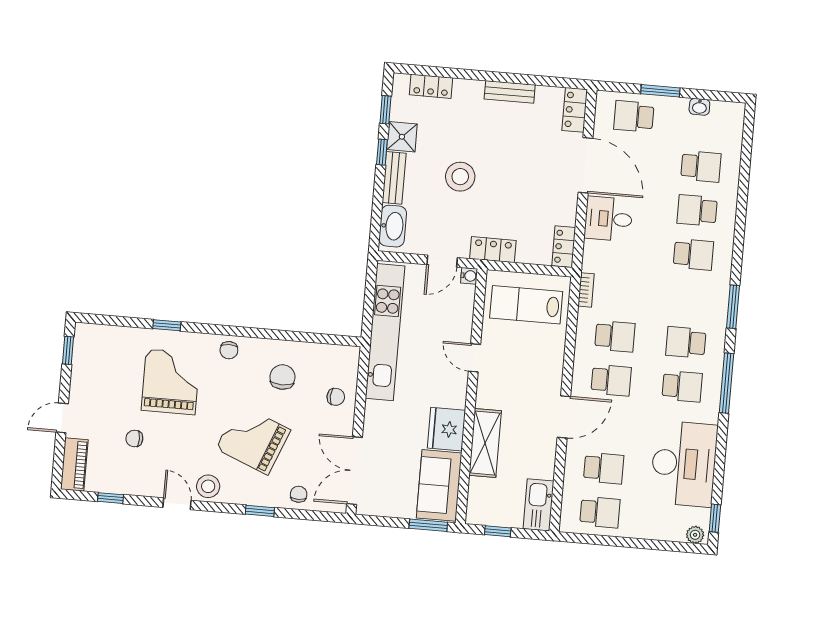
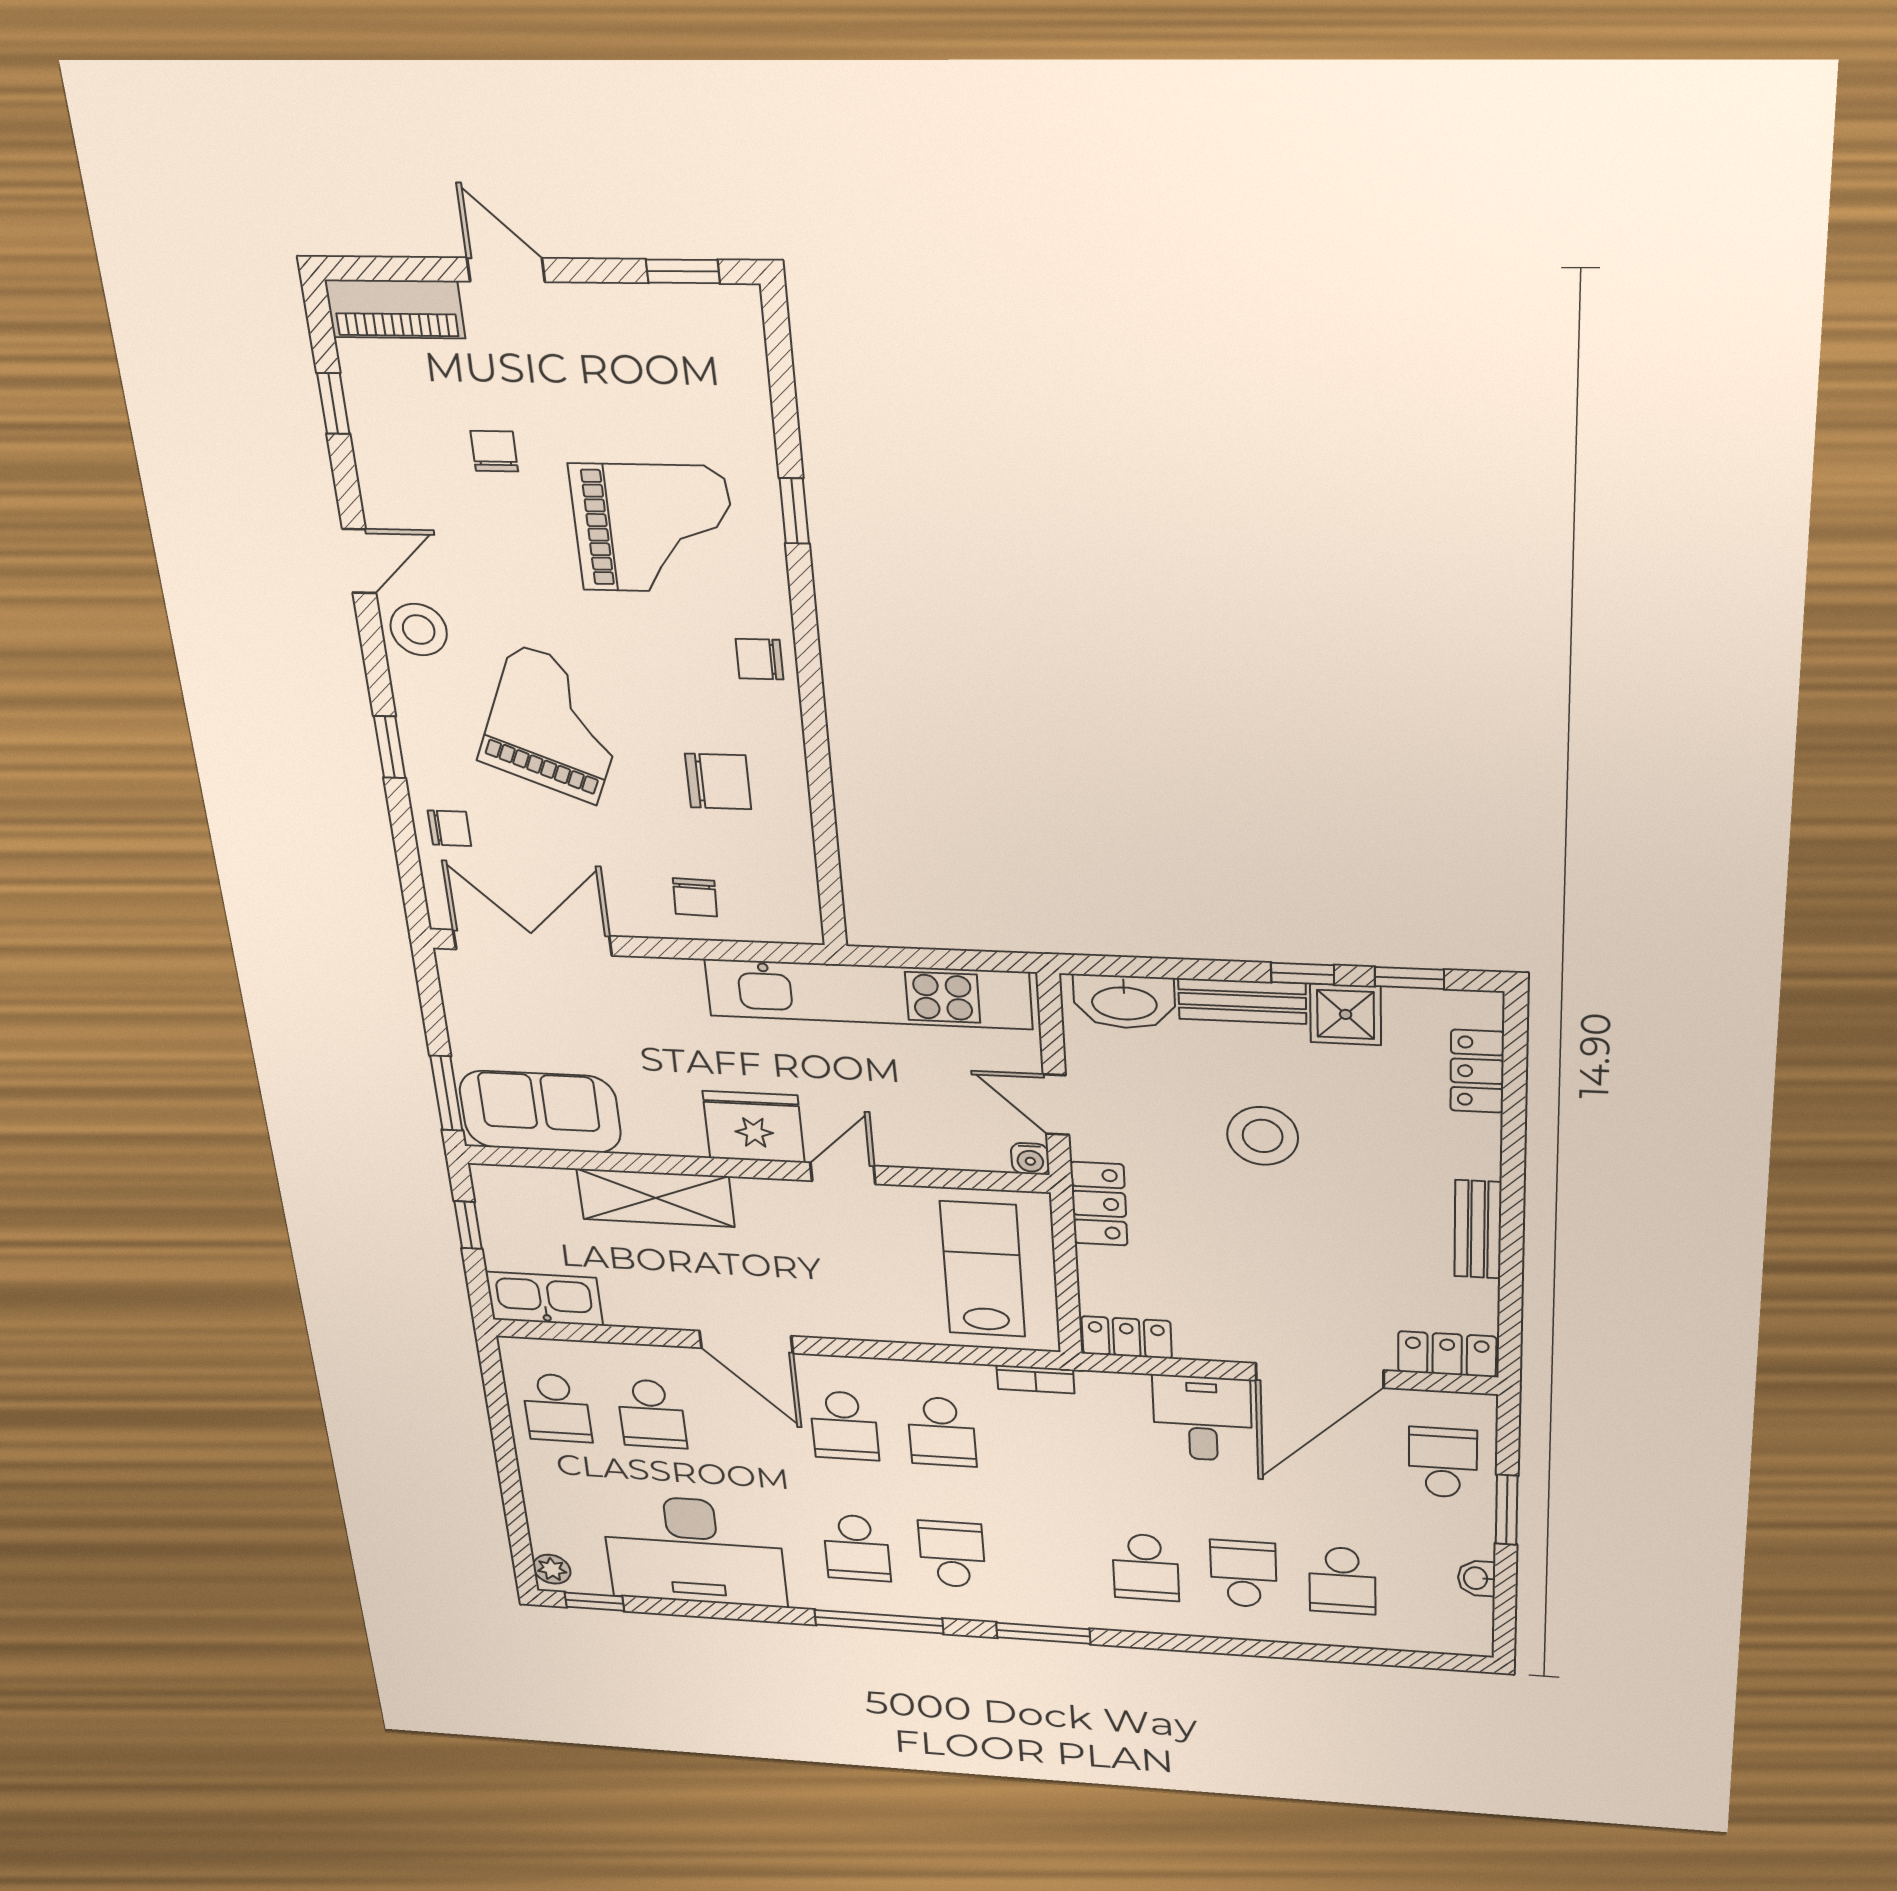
fridge: (446, 429) -> (754, 1127), moved

